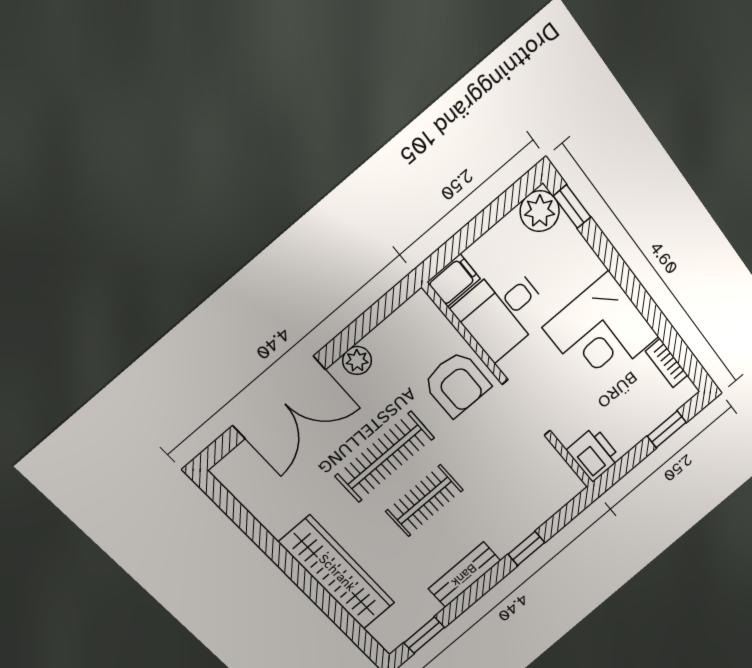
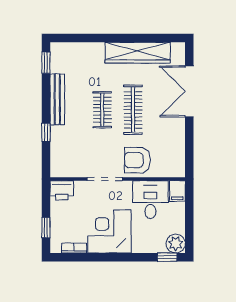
plant: (357, 361) -> (178, 131), removed
wardrobe: (337, 573) -> (138, 53), moved
bench: (464, 575) -> (57, 99), width x1.36

